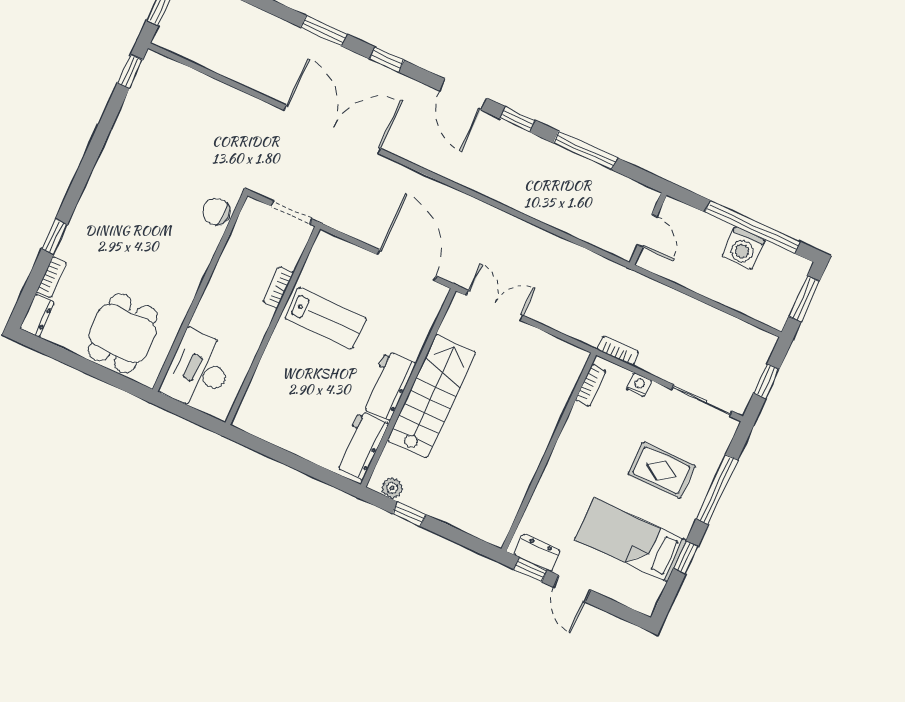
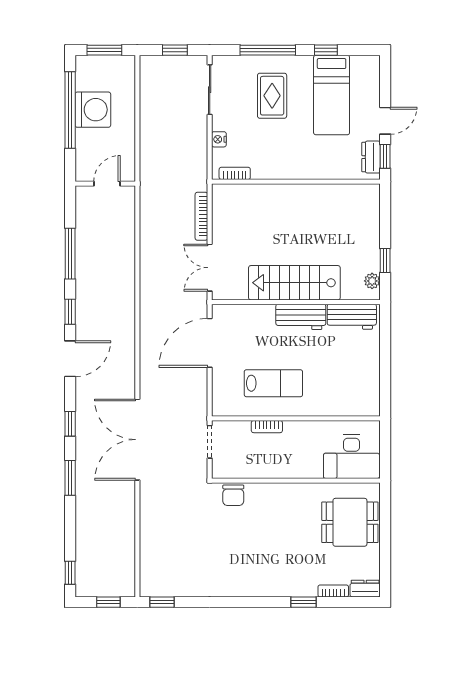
washing machine: (743, 248) -> (93, 110), width x1.37, depth x1.37
lab bench: (326, 318) -> (273, 383), turned 90
bookcase: (618, 350) -> (201, 216), moved, width x1.56

